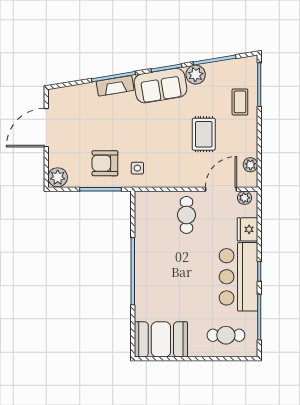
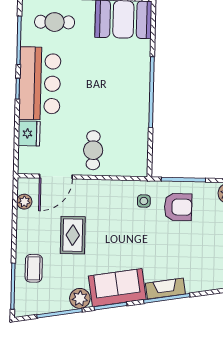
plant: (244, 198) -> (31, 167), removed

